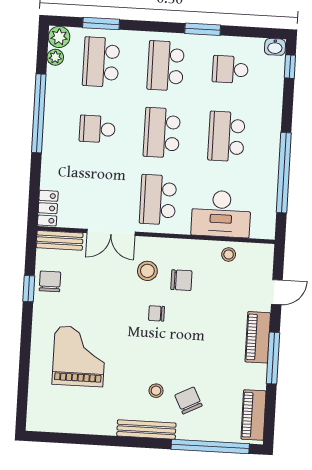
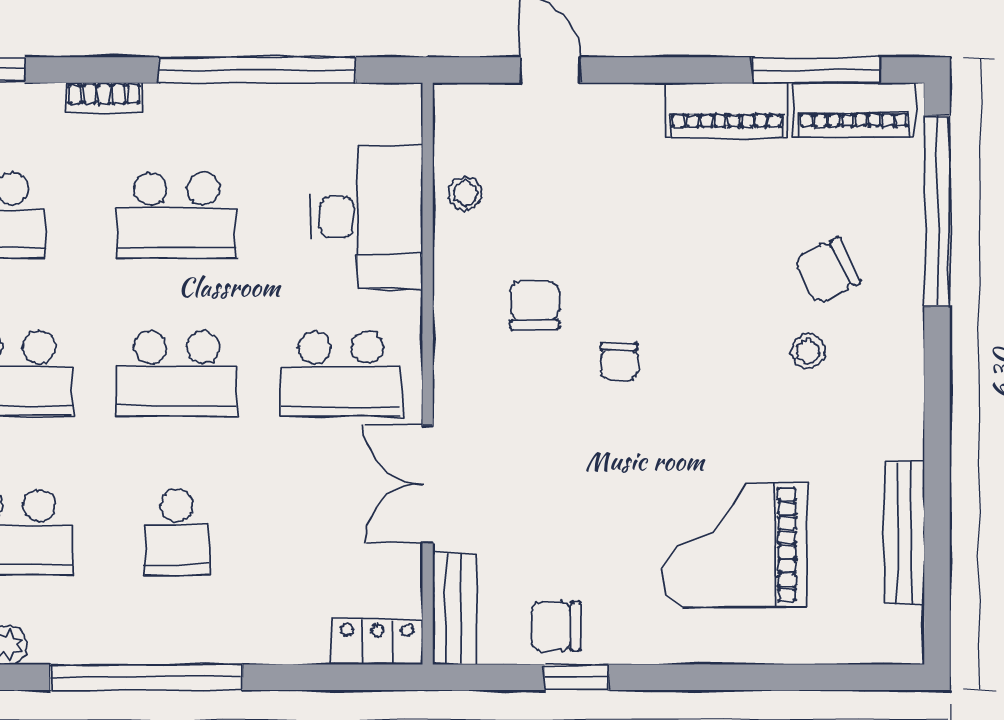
bookcase: (276, 110) -> (104, 98), added
double door: (111, 232) -> (428, 484), swing flipped
stool: (147, 271) -> (516, 389), removed
piano: (258, 337) -> (727, 110), moved
window: (273, 358) -> (816, 70), moved
bench: (146, 429) -> (904, 533), moved

